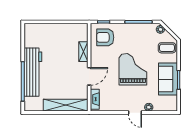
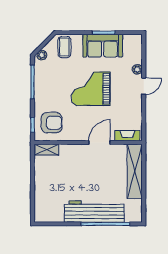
armchair: (105, 37) -> (52, 123), turned -90
shelving: (83, 52) -> (46, 150), moved
door: (89, 76) -> (99, 143), hinge flipped

